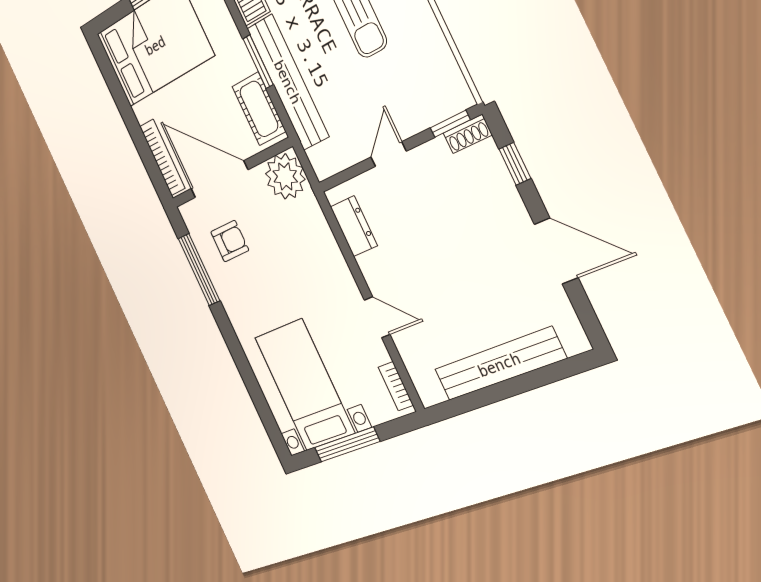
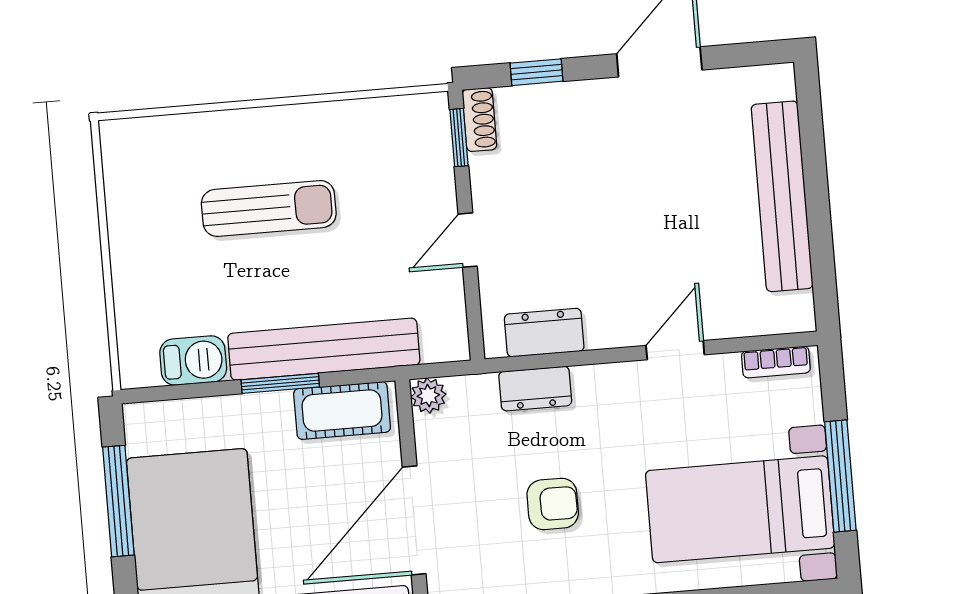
door: (389, 154) -> (468, 240), hinge flipped
plant: (285, 176) -> (428, 396), width x0.53, depth x0.53
dresser: (320, 231) -> (535, 389), added
armchair: (230, 241) -> (553, 504), moved, turned 90

